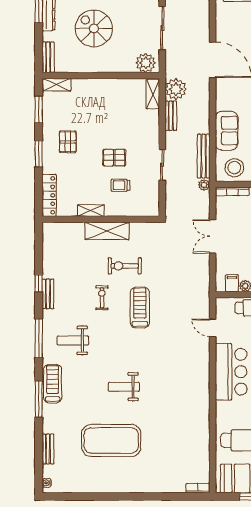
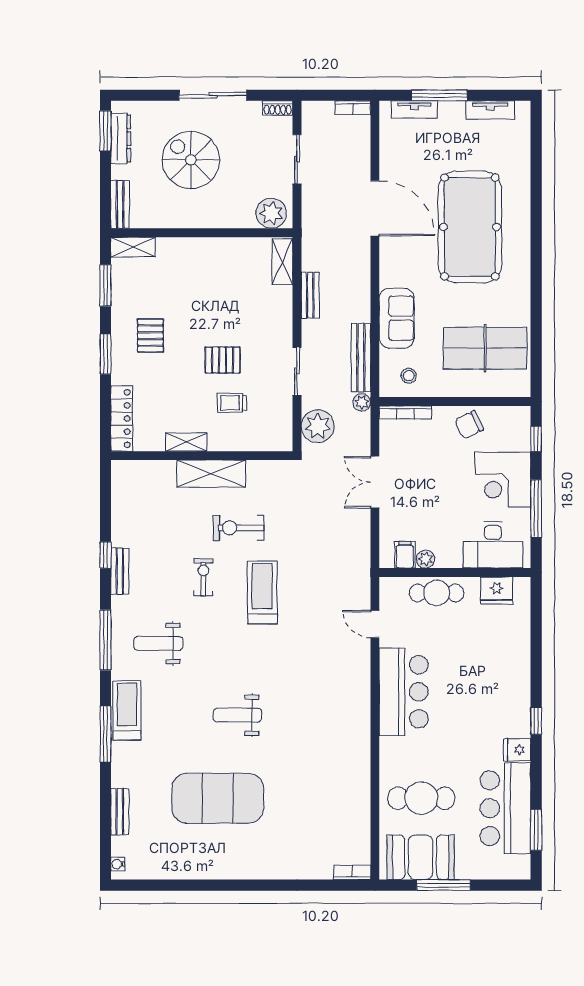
sliding door: (162, 28) -> (297, 159), width x0.73
plant: (176, 89) -> (318, 426), moved
stool: (234, 168) -> (409, 376), width x0.53, depth x0.53

